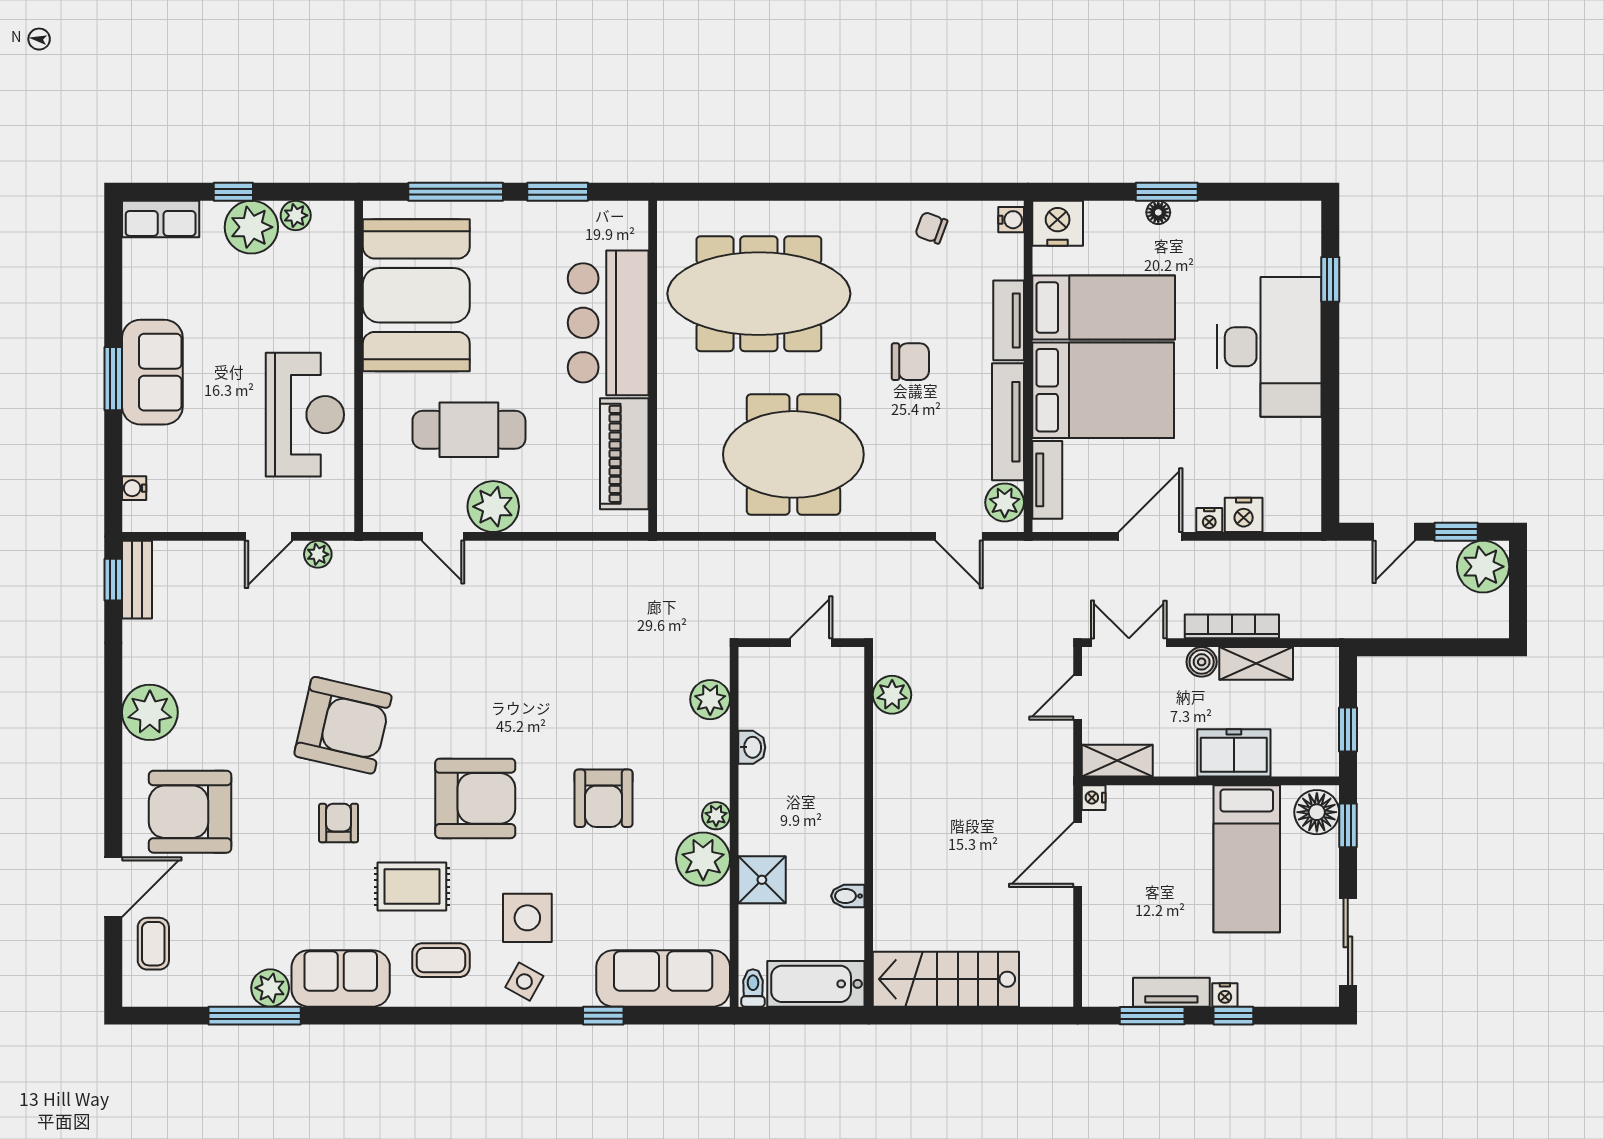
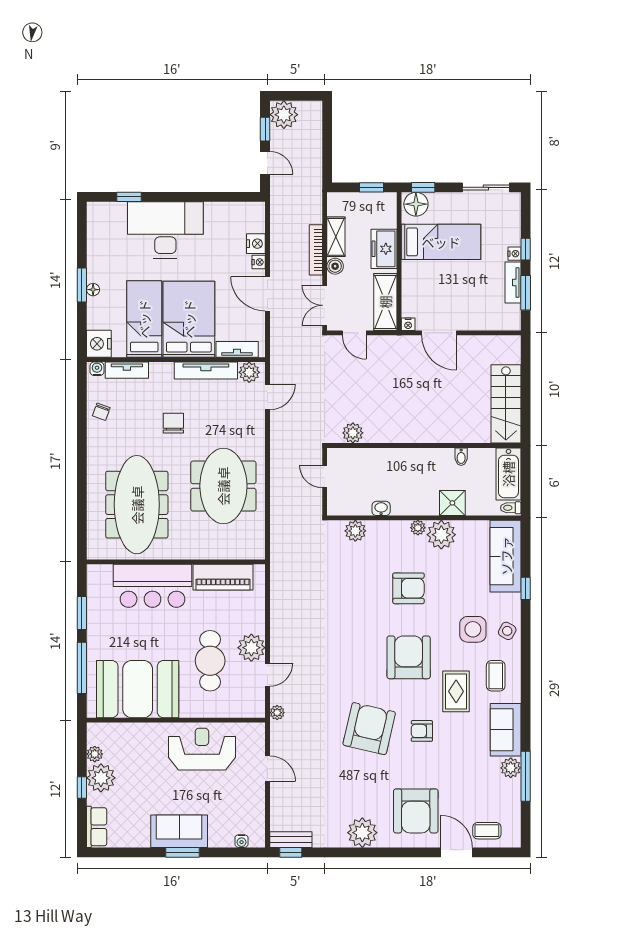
tv unit: (1009, 320) -> (127, 370), moved
plant: (318, 554) -> (277, 713), moved
shelving: (1117, 761) -> (385, 302), width x1.50, depth x1.33

